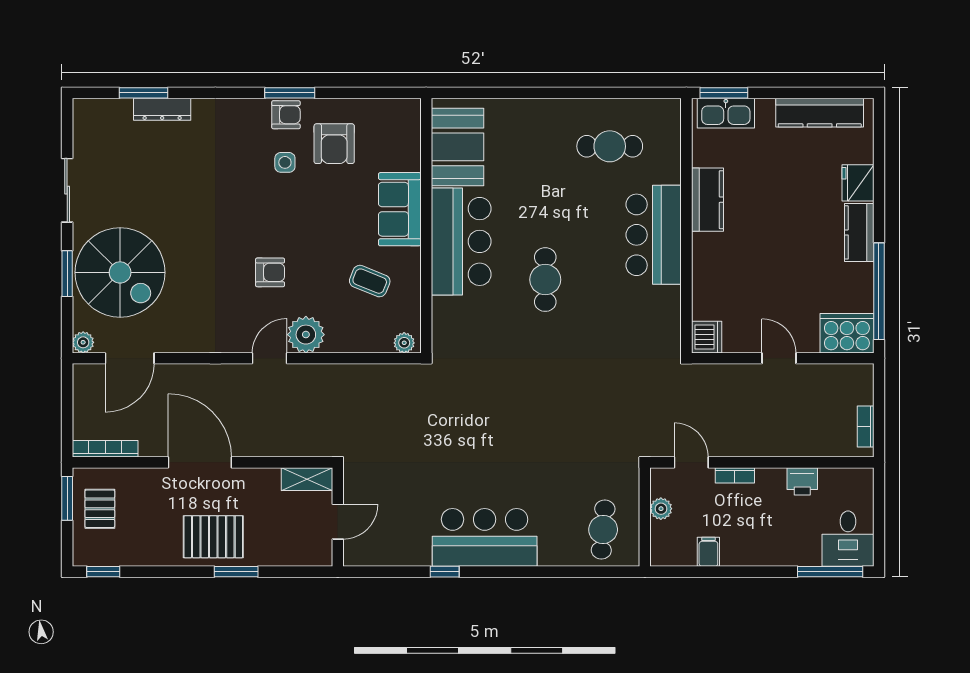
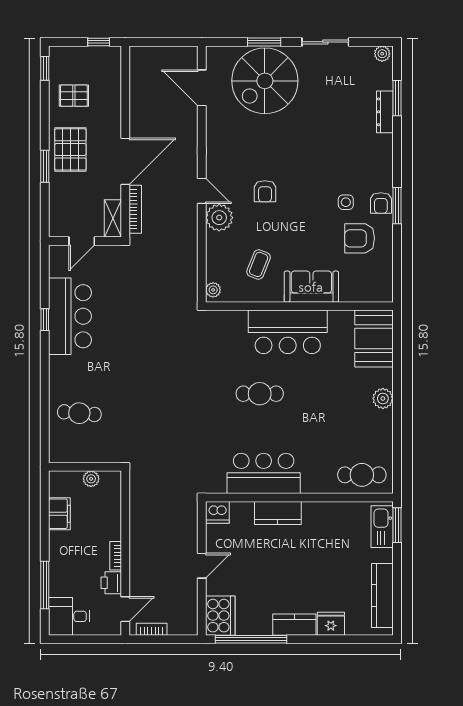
plant: (552, 112) -> (383, 398), added
cafe table: (610, 146) -> (362, 475), moved, turned 90
booth: (458, 147) -> (374, 339), moved, turned 90
kitchen counter: (707, 200) -> (278, 513), moved
bar counter: (654, 235) -> (264, 473), moved
plant: (83, 342) -> (382, 54), moved
bookcase: (105, 449) -> (135, 209), moved
door: (200, 462) -> (125, 161), moved
door: (691, 462) -> (125, 609), moved
bookcase: (735, 475) -> (116, 556), moved
window: (67, 498) -> (99, 42), width x0.67
pallet: (100, 509) -> (74, 96), moved
door: (338, 522) -> (82, 241), hinge flipped
cafe table: (603, 530) -> (79, 413), moved
bar counter: (485, 537) -> (70, 316), moved
filing cabinet: (708, 552) -> (59, 514), width x2.00
window: (830, 572) -> (45, 585), moved

